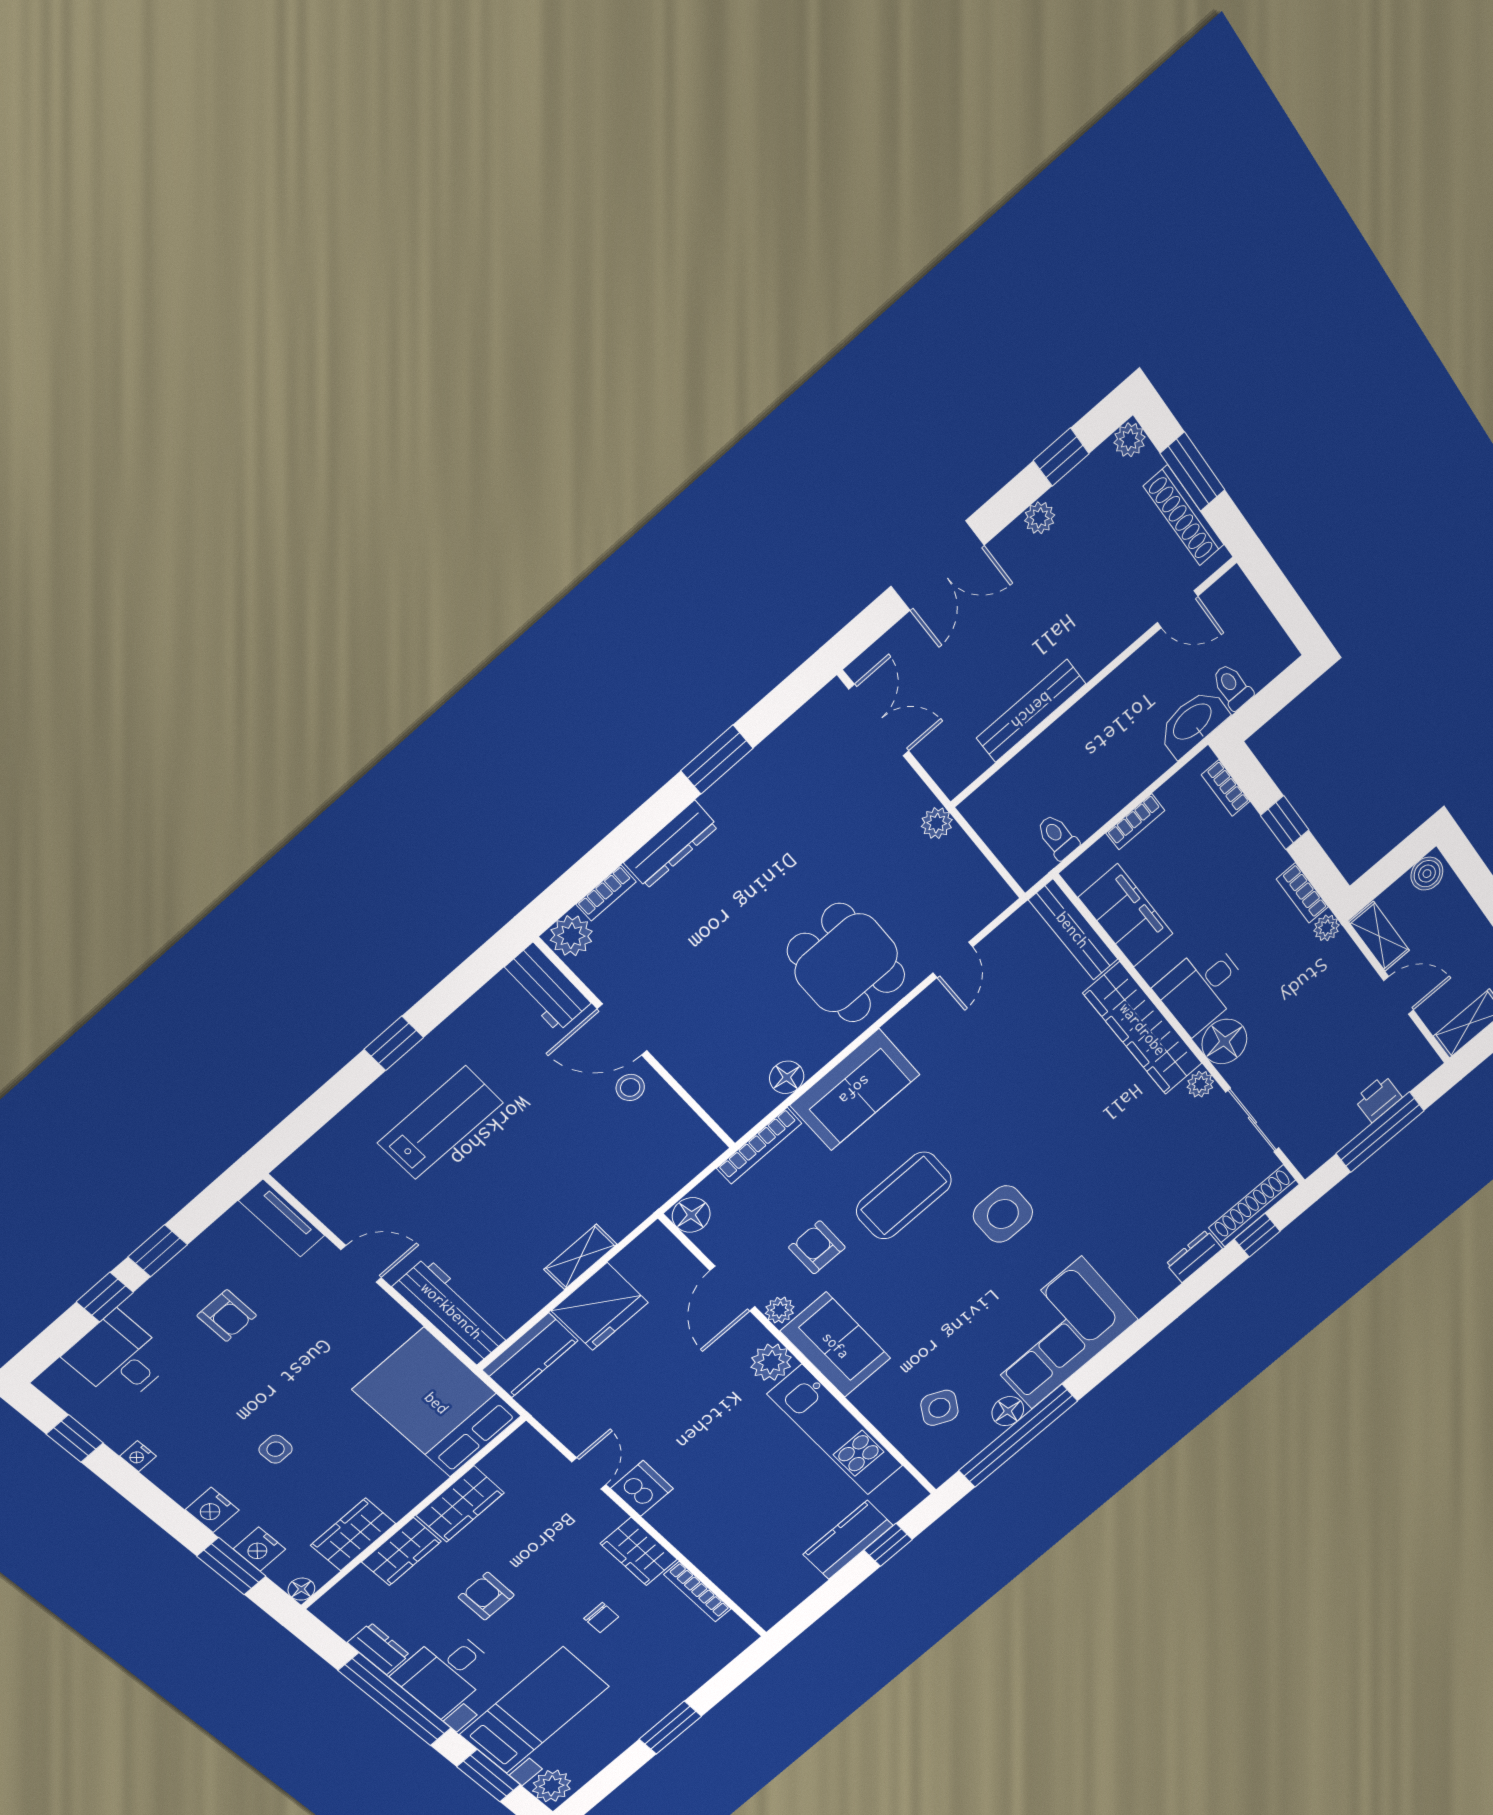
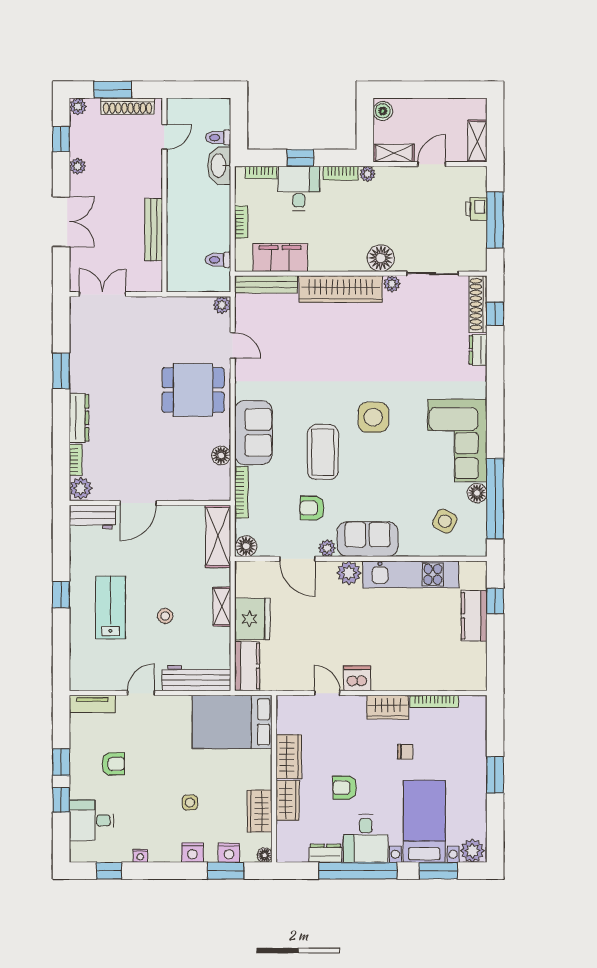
plant: (937, 823) -> (222, 305), moved
desk: (1202, 988) -> (299, 188), moved, turned 180
stool: (630, 1087) -> (165, 616), moved
shelving: (672, 1170) -> (218, 536), added

